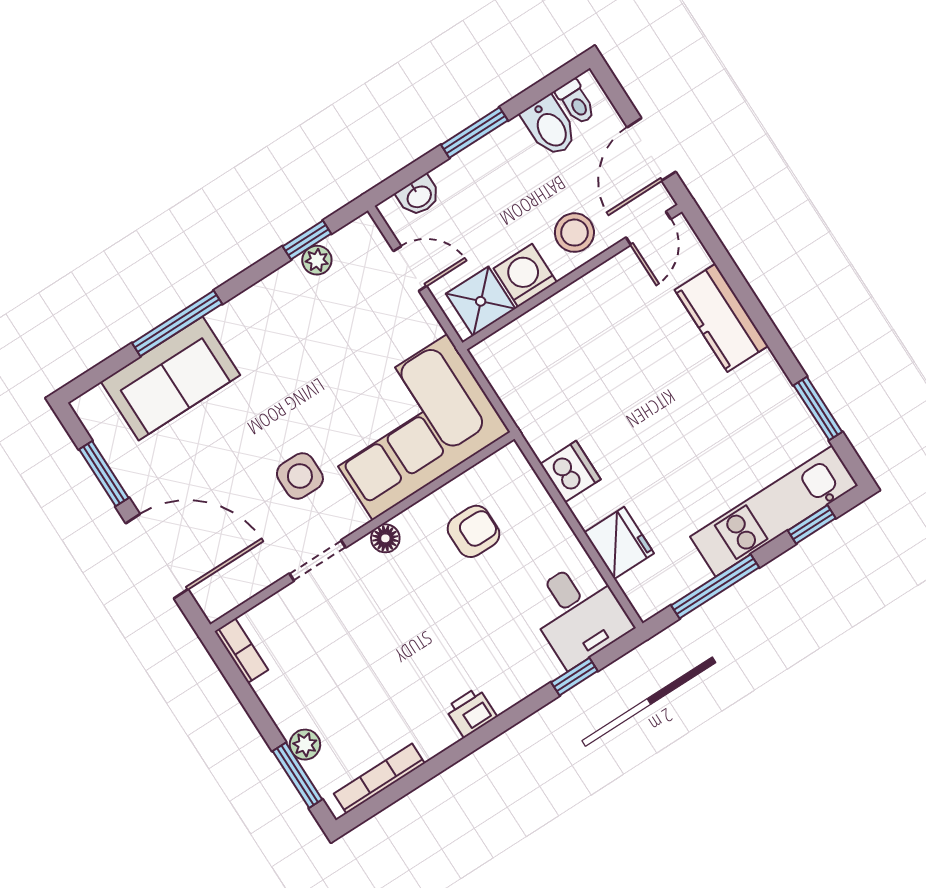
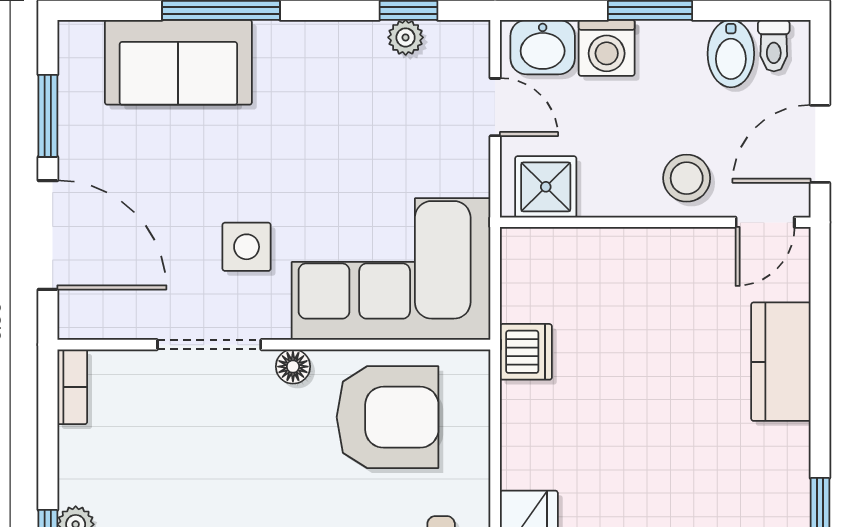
washbasin: (419, 196) -> (543, 47), width x1.38, depth x1.45
washing machine: (525, 275) -> (607, 48), moved, turned 180
dishwasher: (570, 472) -> (526, 352), moved
armchair: (473, 531) -> (388, 417), width x1.88, depth x1.88
doorway: (317, 561) -> (209, 345), width x1.38

